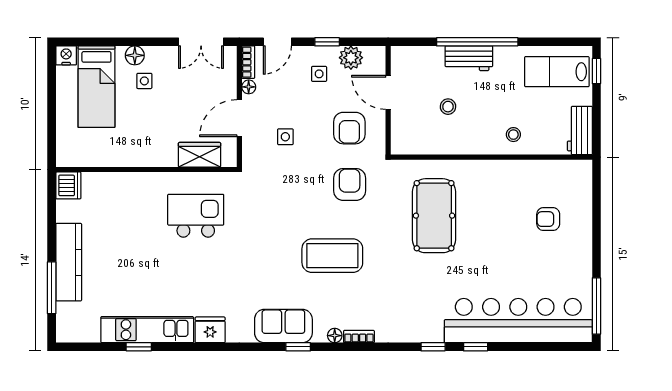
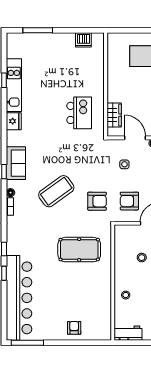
dishwasher: (68, 185) -> (83, 40), moved
armchair: (548, 219) -> (74, 328), moved
coffee table: (332, 256) -> (56, 191), turned 54
kitchen counter: (69, 262) -> (53, 40), removed

